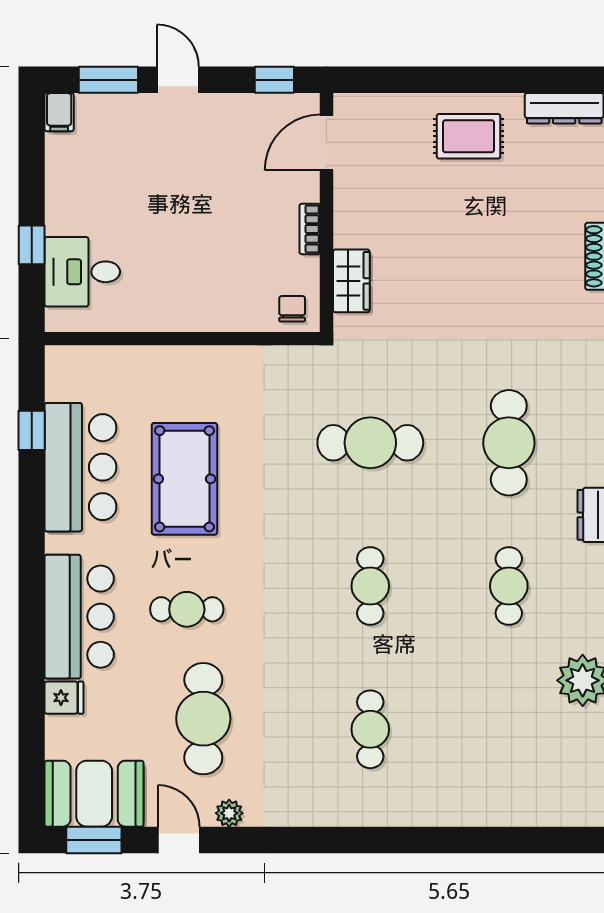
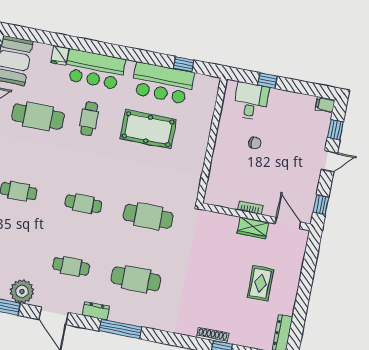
window: (108, 80) -> (335, 130), width x0.67
rug: (469, 136) -> (260, 283), moved
wardrobe: (351, 281) -> (253, 228), moved
chair: (292, 309) -> (255, 143), moved
cafe table: (370, 443) -> (148, 216), turned 90

